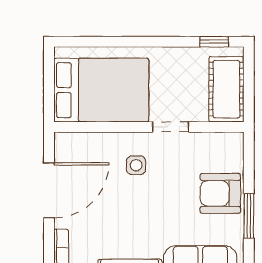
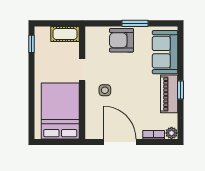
cot: (226, 89) -> (65, 34), width x0.73, depth x0.75
armchair: (220, 193) -> (122, 40), turned 90

